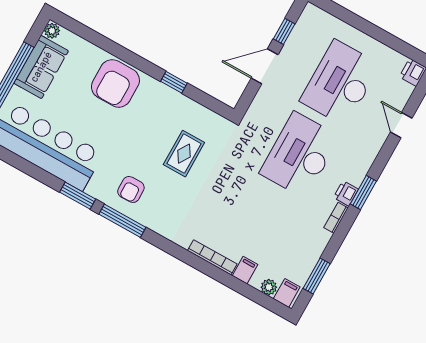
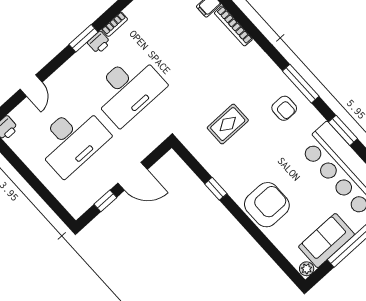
armchair: (131, 189) -> (284, 108), turned 91
window: (78, 196) -> (343, 130), moved

